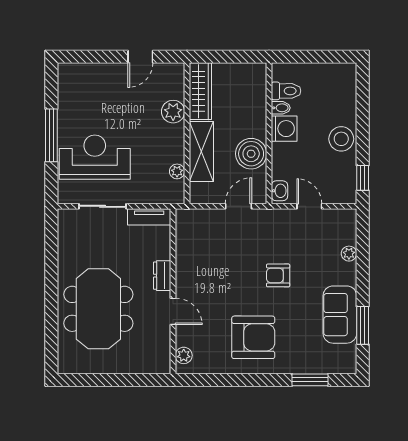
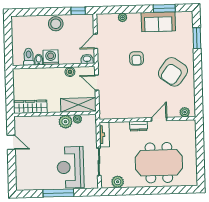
plant: (173, 112) -> (65, 122), moved
shelving: (201, 151) -> (78, 105), moved
boiler: (251, 154) -> (70, 72), width x0.54, depth x0.54
plant: (68, 237) -> (118, 182), added
armchair: (253, 337) -> (173, 72), turned -144

